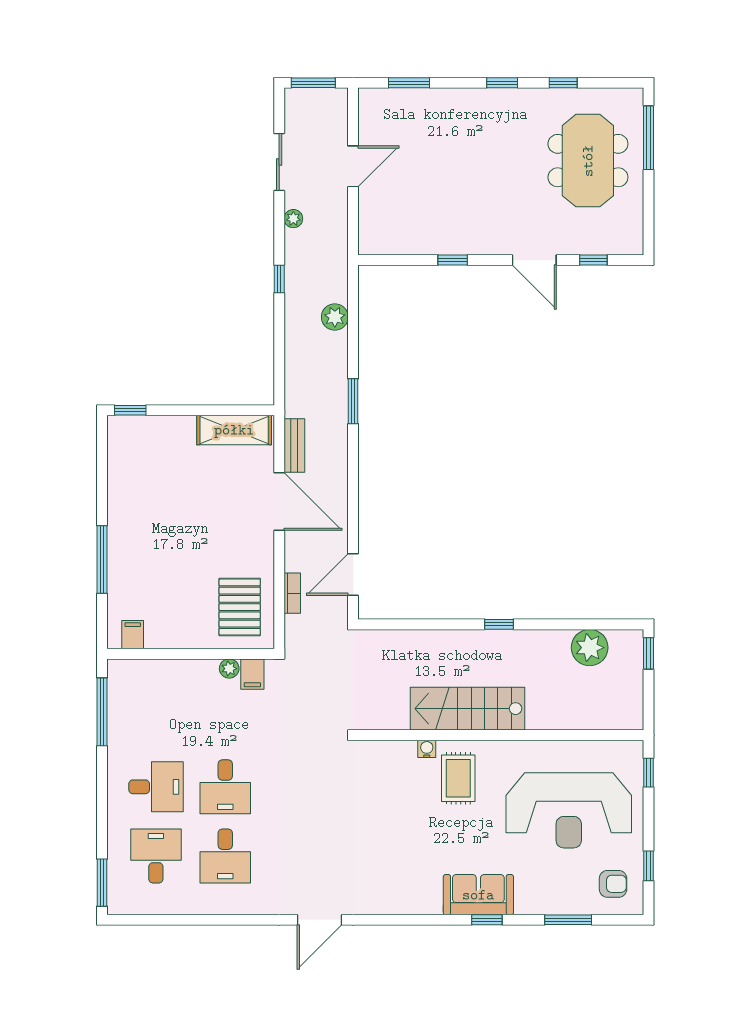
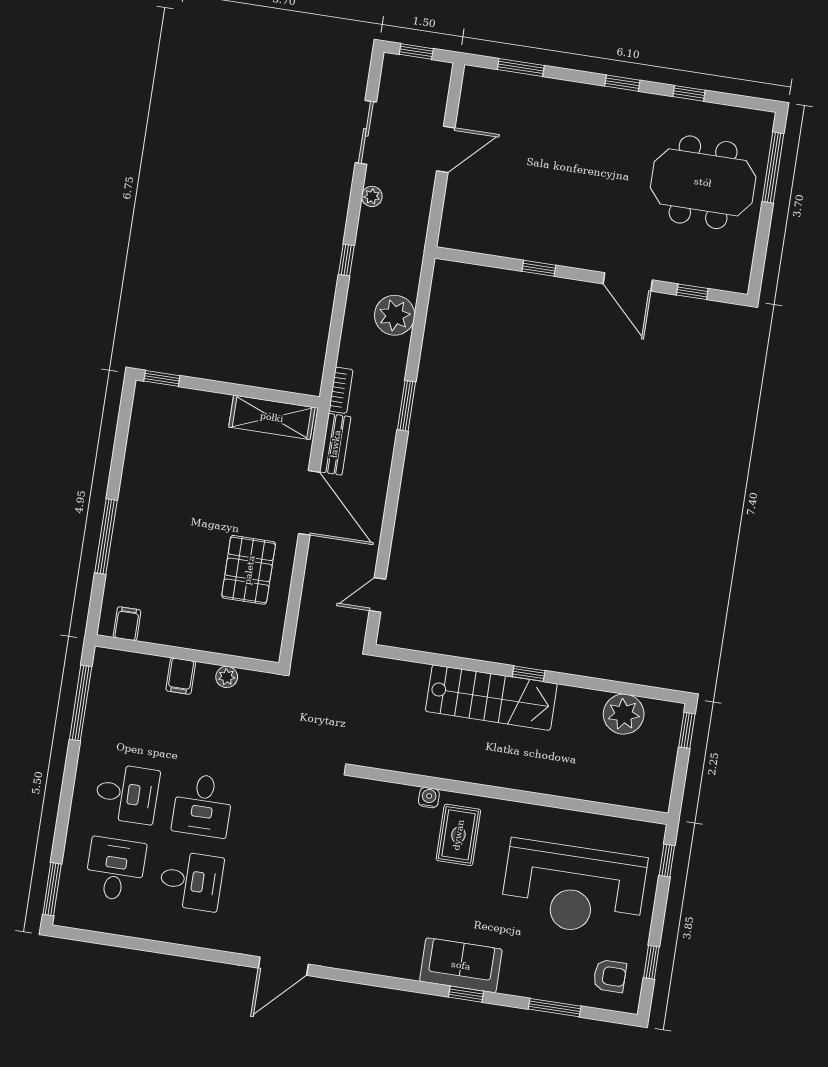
window: (313, 83) -> (416, 52), width x0.67
meeting table: (588, 161) -> (703, 182), turned 90
plant: (335, 317) -> (395, 315), width x1.36, depth x1.36
door: (353, 575) -> (378, 595), width x0.73
bookcase: (292, 593) -> (341, 390), moved
pallet: (240, 607) -> (249, 570), moved
filing cabinet: (252, 674) -> (181, 676), moved
stairs: (467, 709) -> (491, 698), moved, turned 180
desk: (225, 856) -> (191, 881), turned -90

